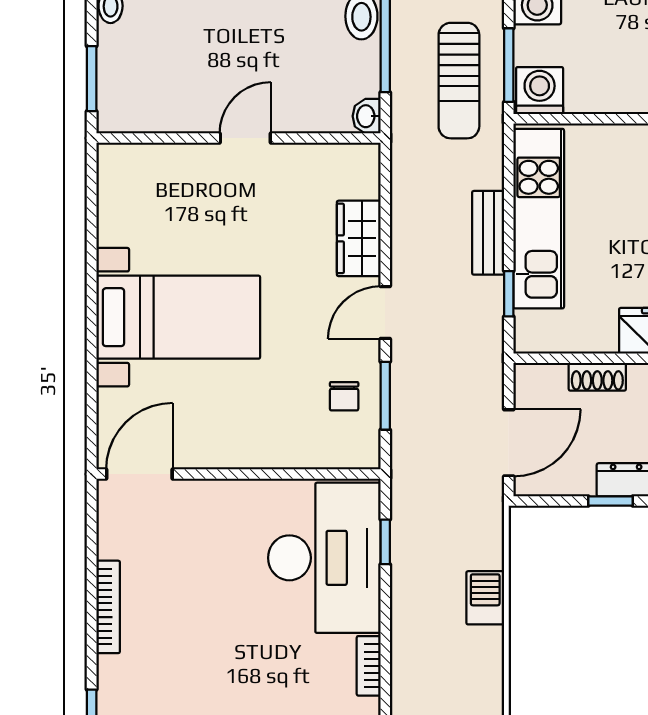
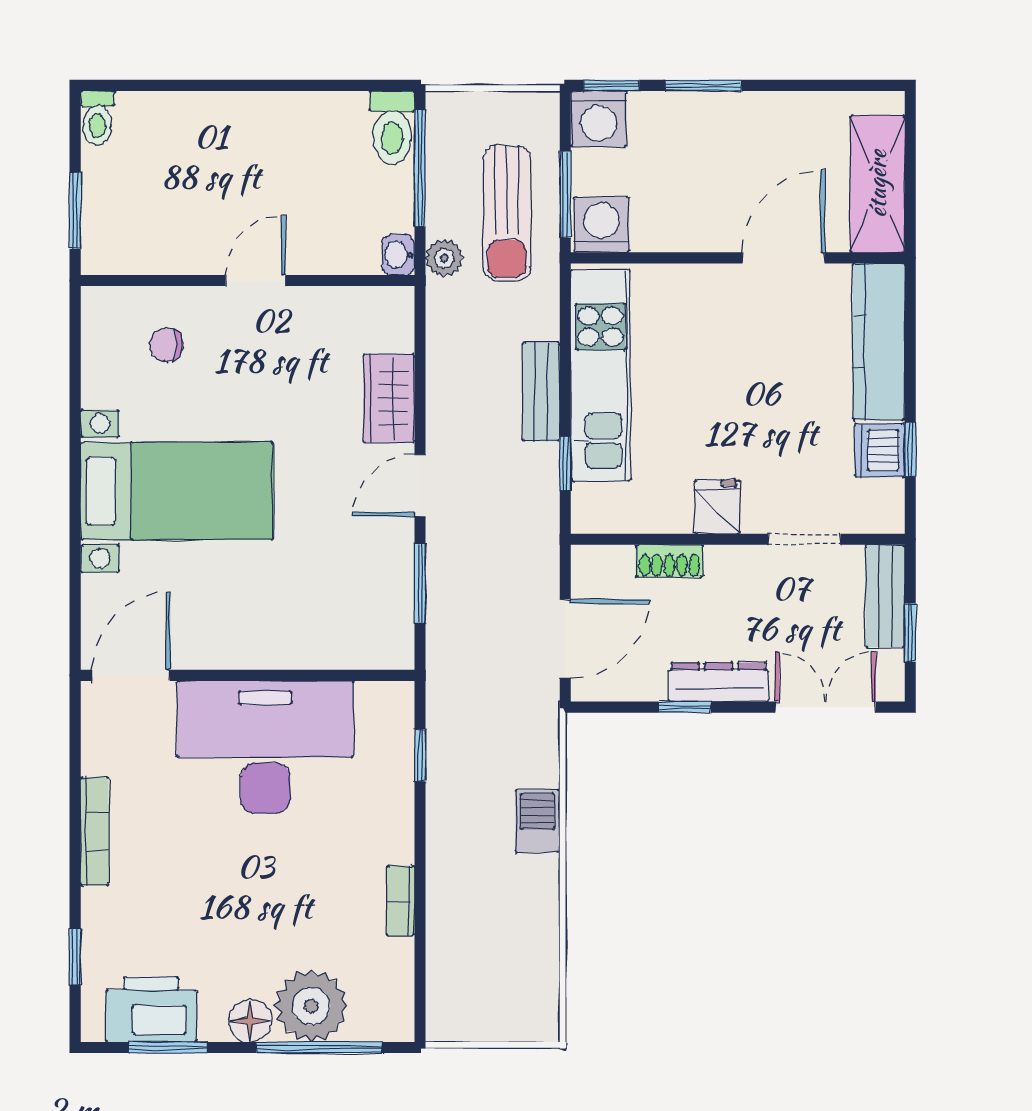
plant: (406, 119) -> (444, 258), added
chair: (344, 396) -> (166, 345), moved, turned 90
desk: (324, 558) -> (265, 747), moved, turned -90

